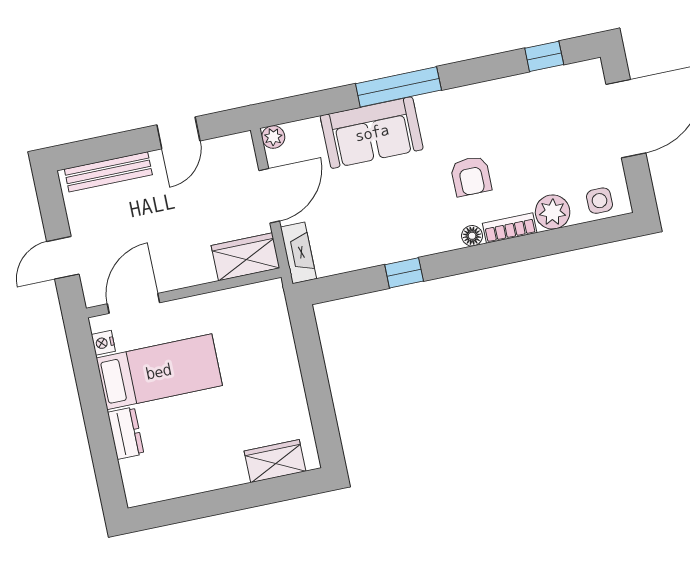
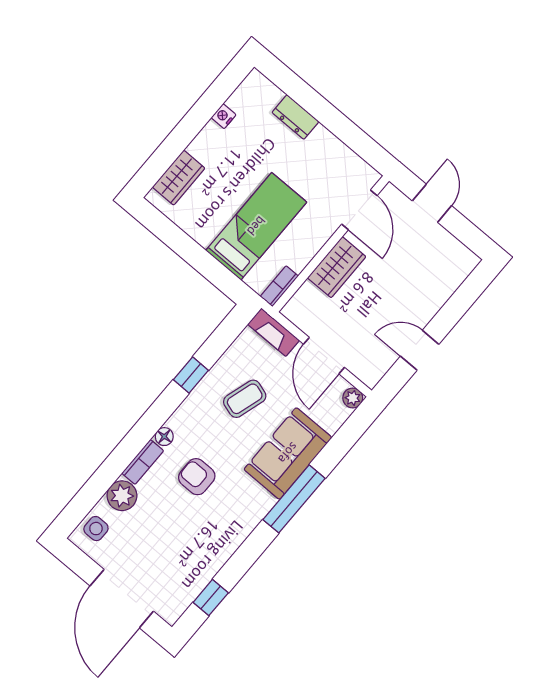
door: (178, 133) -> (420, 350), hinge flipped
bench: (108, 172) -> (447, 286), removed
coffee table: (372, 213) -> (245, 399), added
wardrobe: (245, 257) -> (337, 267), moved
bookcase: (261, 291) -> (279, 286), added
nightstand: (103, 343) -> (224, 116), moved, turned -90
bed: (159, 372) -> (256, 226), moved, turned 180

